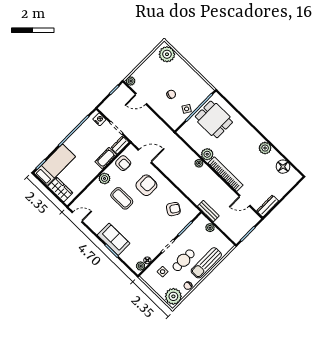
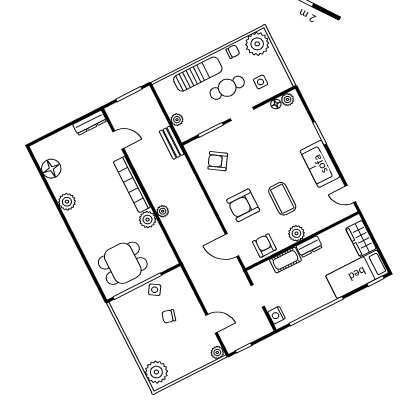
dining table: (214, 119) -> (123, 263), turned 90
dresser: (120, 145) -> (309, 247), moved
sofa: (114, 239) -> (320, 164), moved

